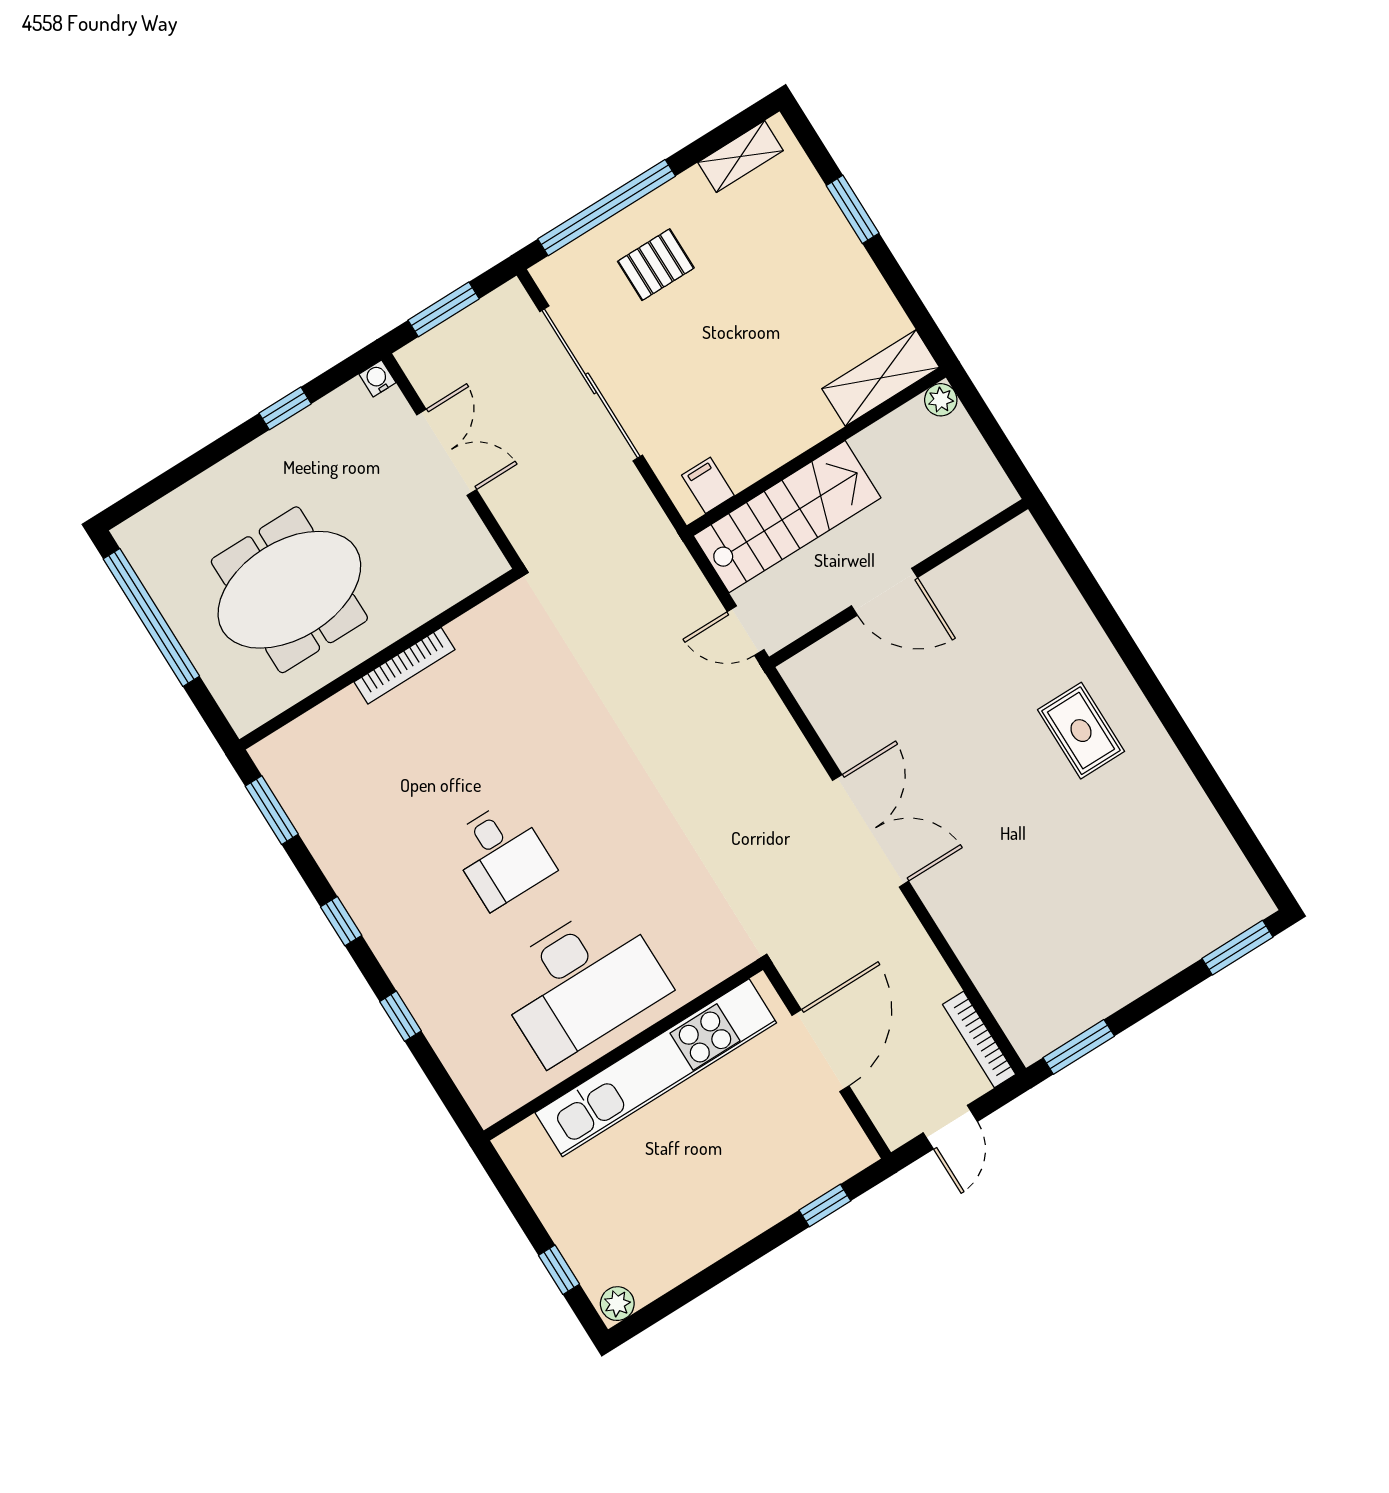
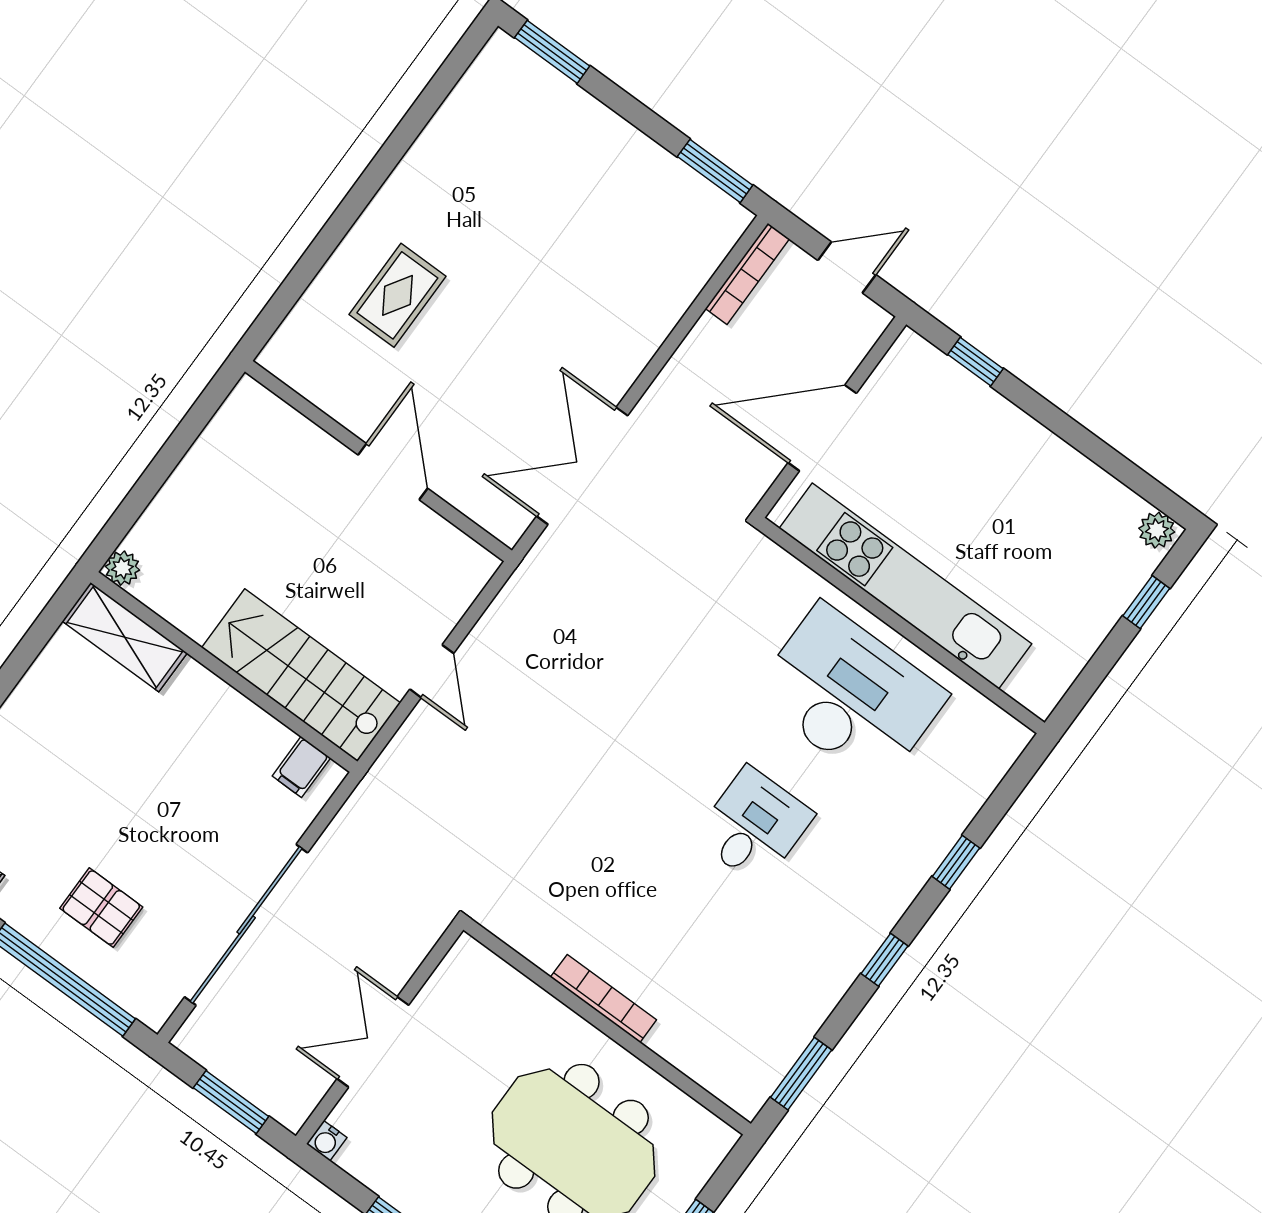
wall: (899, 583) -> (378, 461), moved
door: (884, 592) -> (393, 472), moved

